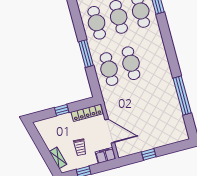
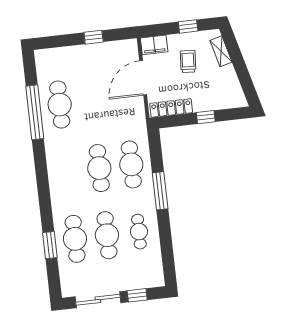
cafe table: (97, 23) -> (139, 232), width x0.73, depth x0.74
cafe table: (165, 104) -> (60, 105), added
door: (110, 131) -> (143, 78), hinge flipped

